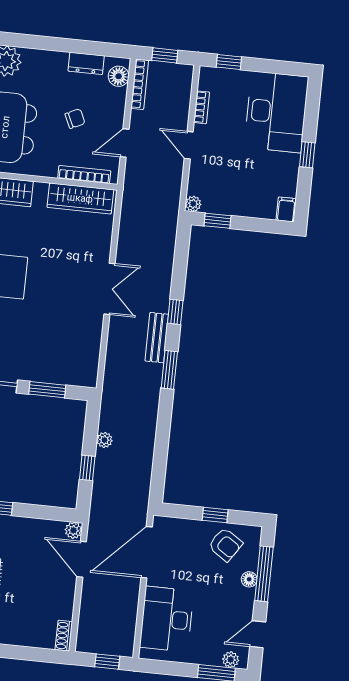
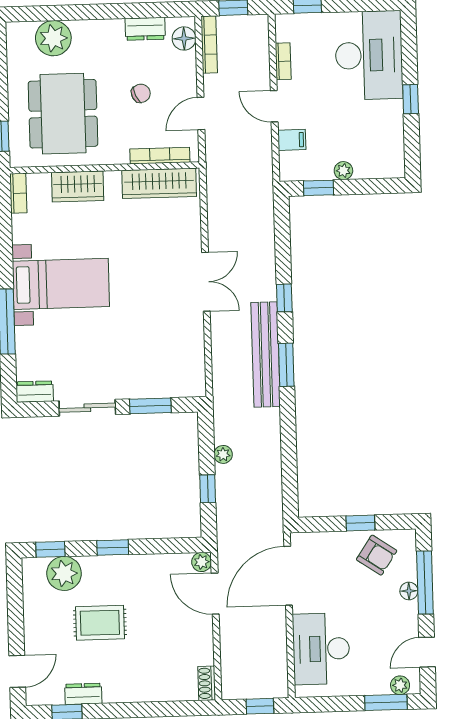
plant: (193, 204) -> (343, 171), moved
filing cabinet: (286, 209) -> (292, 140), moved, turned 90
bench: (157, 338) -> (266, 354), width x1.86, depth x1.21

